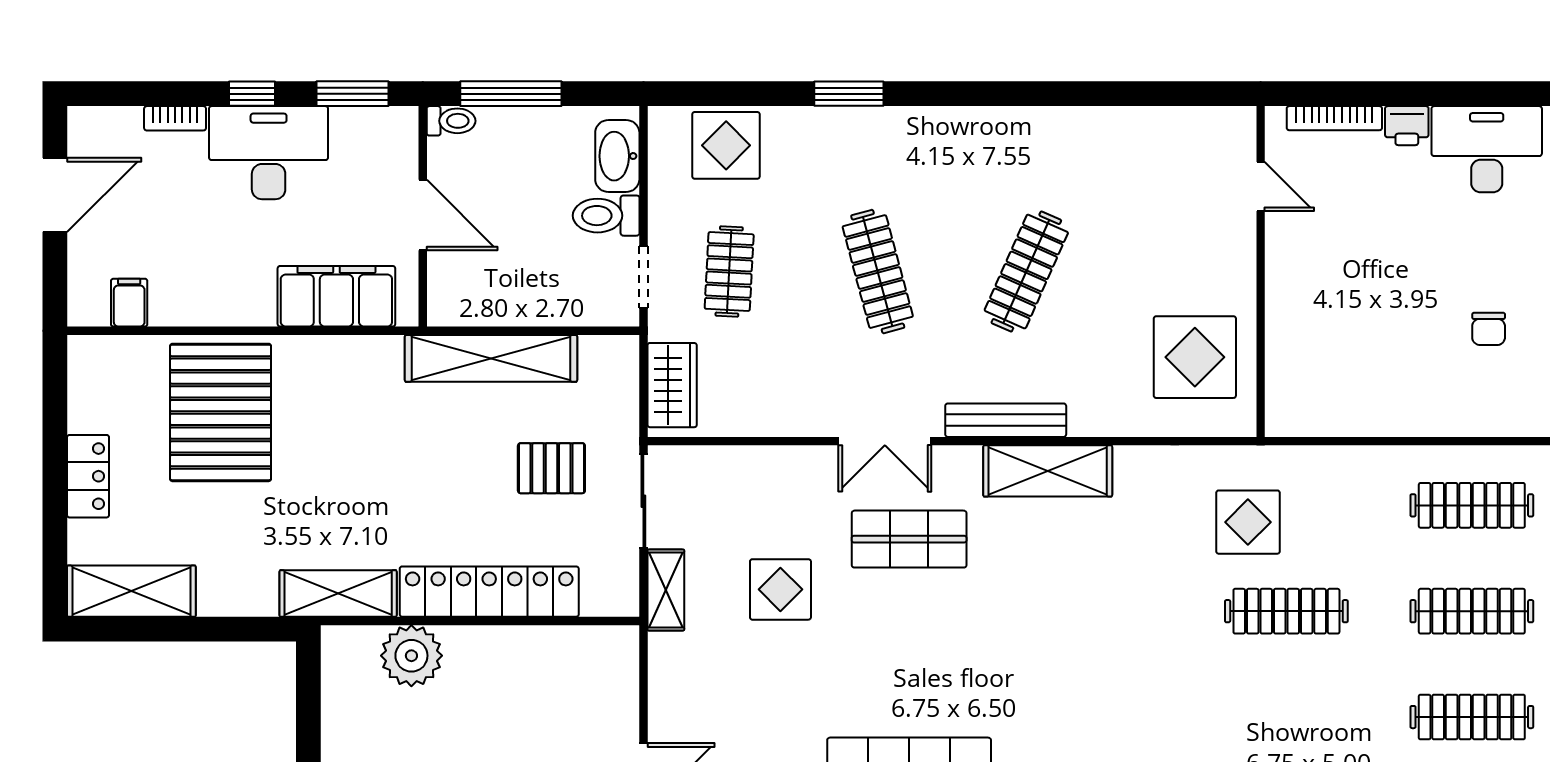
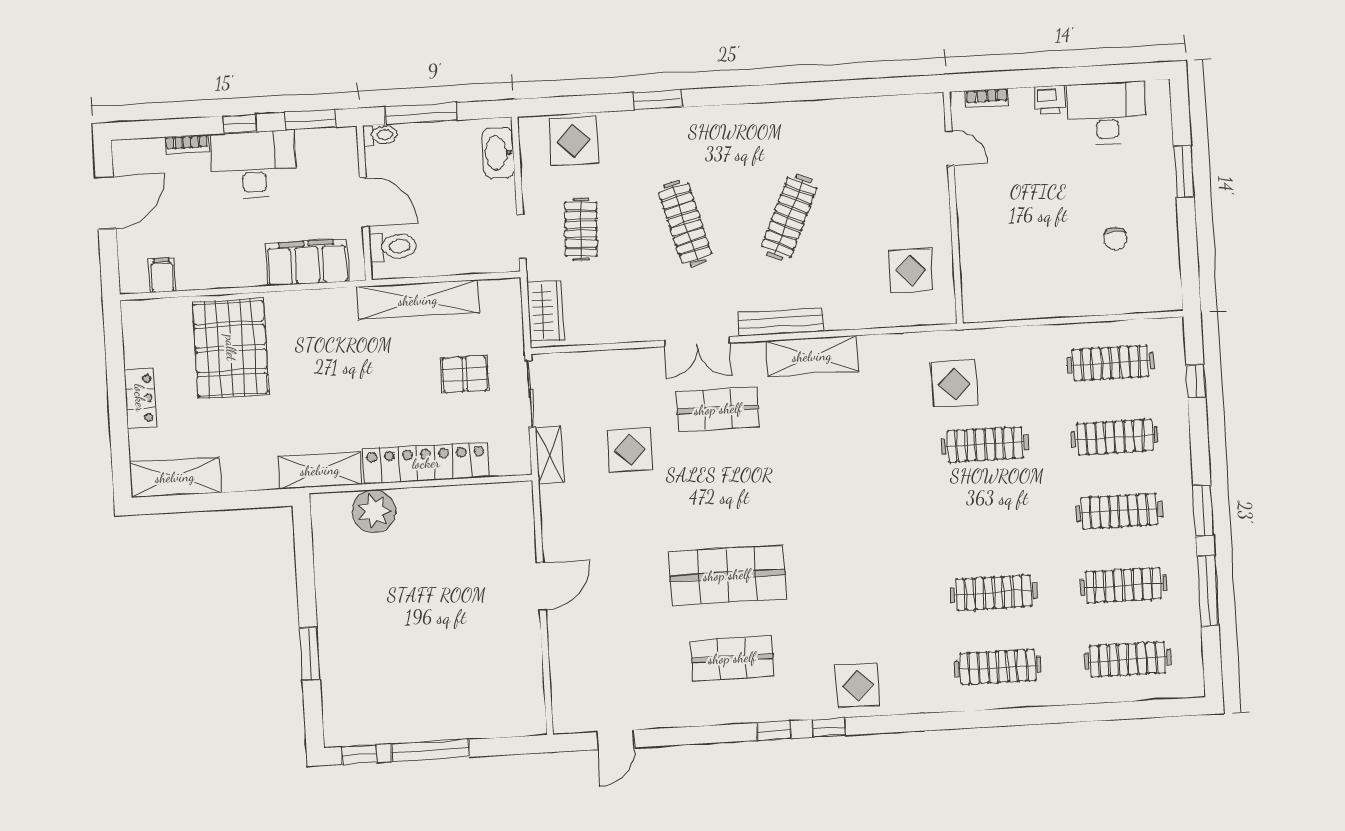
bookcase: (1334, 118) -> (987, 98), width x0.64
toilet: (606, 216) -> (393, 246), moved, turned 180
display table: (1195, 357) -> (911, 270), width x0.73, depth x0.73

